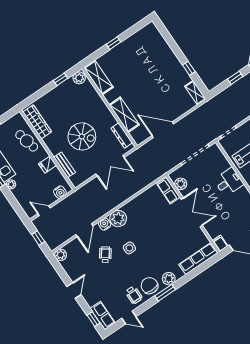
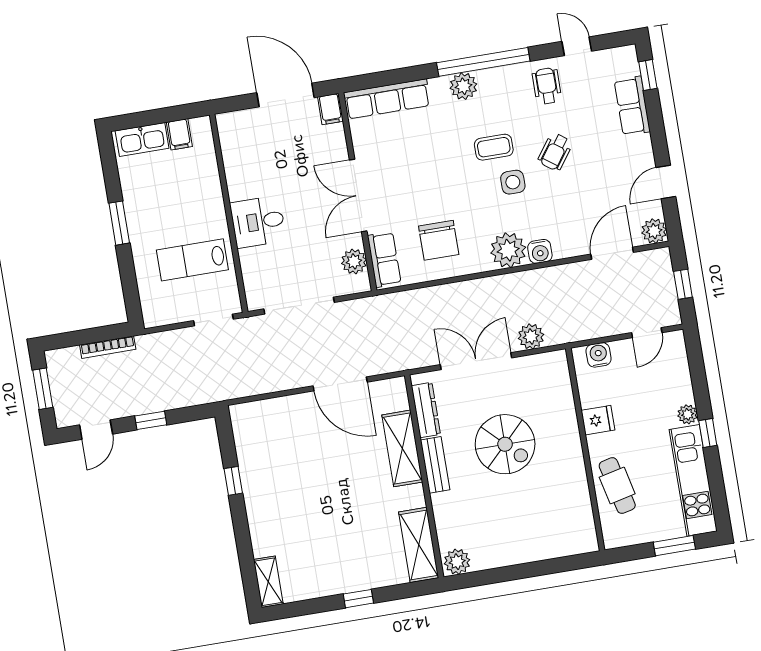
window: (61, 79) -> (495, 576), removed
shelving: (195, 93) -> (268, 582), moved
wardrobe: (37, 122) -> (580, 513), removed
spiral stairs: (82, 136) -> (505, 444), turned 180
bench: (65, 165) -> (435, 465), moved
plant: (92, 187) -> (531, 336), added
door: (44, 211) -> (647, 333), hinge flipped
door: (84, 230) -> (612, 253), moved
wheelchair: (105, 255) -> (555, 152), moved
coffee table: (144, 259) -> (494, 147), added
chair: (149, 286) -> (439, 240), moved
door: (74, 291) -> (666, 182), moved
window: (165, 293) -> (483, 62), width x2.11
row of seats: (103, 316) -> (632, 106), moved

